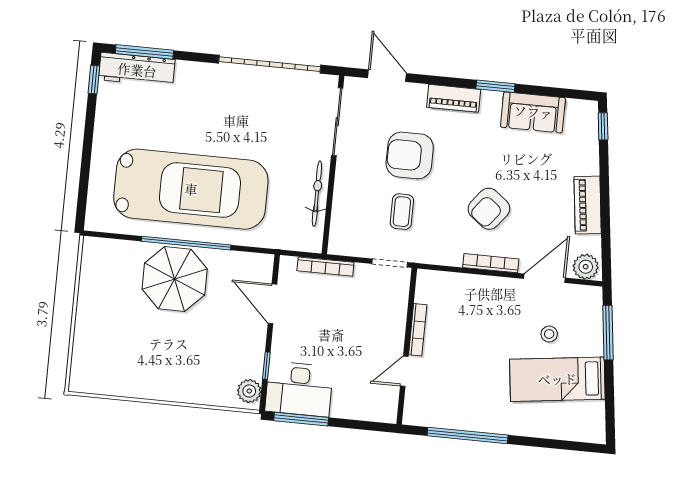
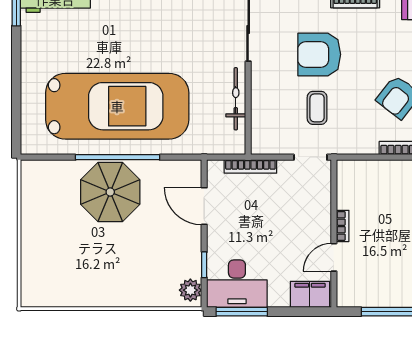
bookcase: (418, 330) -> (343, 226), width x0.64
filing cabinet: (375, 408) -> (310, 294), added

